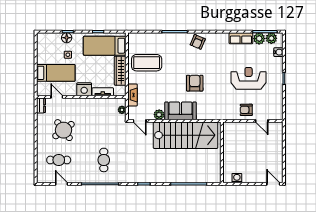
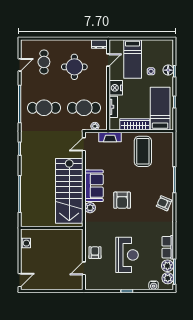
armchair: (195, 83) -> (122, 200), turned 90
plant: (159, 115) -> (90, 208), moved
cafe table: (104, 121) -> (84, 108), added
round table: (63, 130) -> (74, 67), turned 37
cafe table: (104, 160) -> (44, 108), width x1.37, depth x1.35

